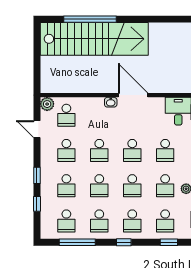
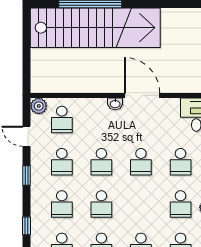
window: (37, 175) -> (27, 176), moved
school desk: (132, 186) -> (141, 204), removed

